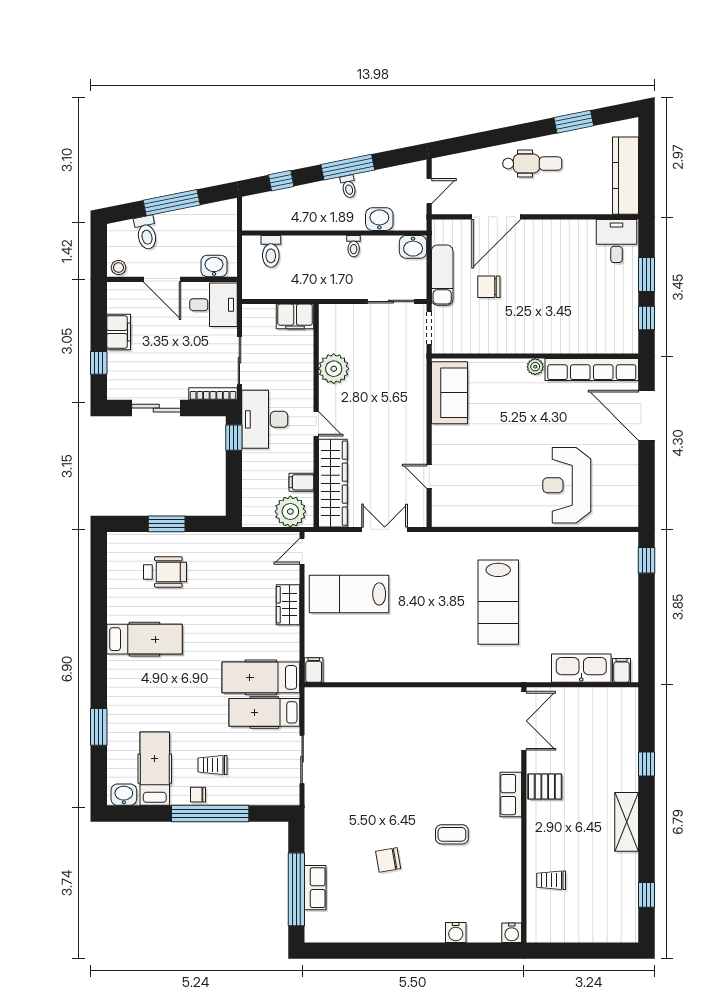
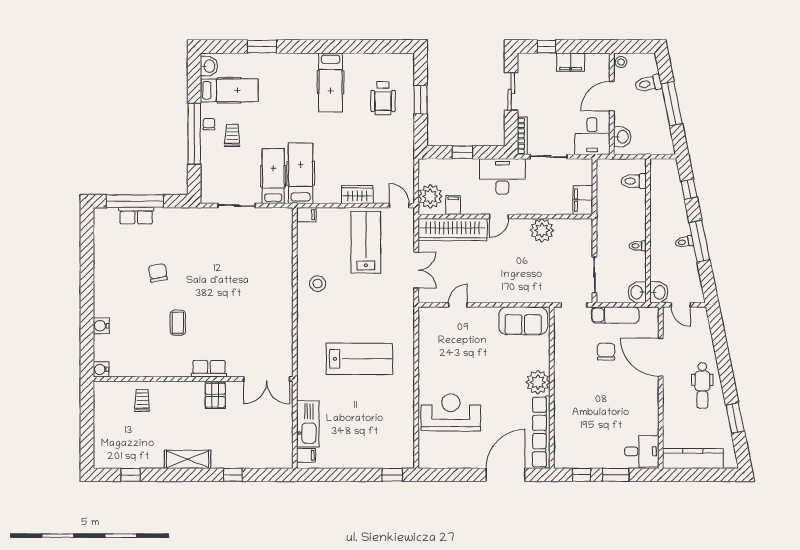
washbasin: (379, 219) -> (659, 292), moved
plant: (535, 367) -> (538, 382), width x1.87, depth x1.87
window: (234, 438) -> (462, 152), moved
lab bench: (498, 602) -> (359, 359), turned 180
stool: (402, 656) -> (318, 284), added

